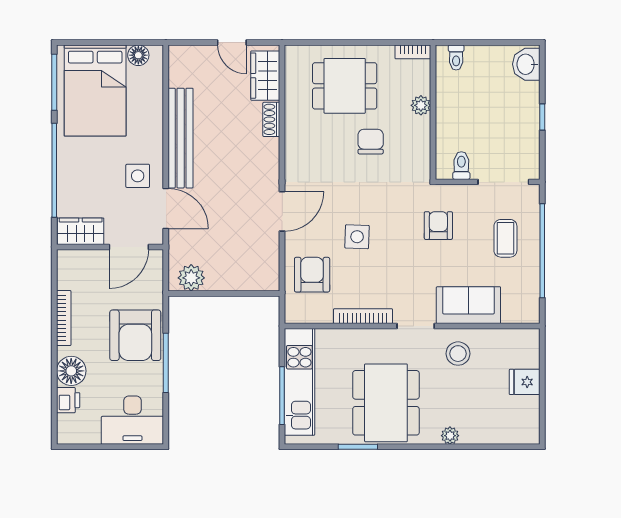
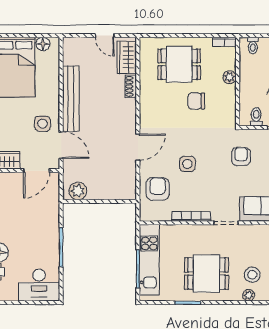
chair: (371, 142) -> (196, 101), turned -90
armchair: (135, 335) -> (41, 229), removed
stool: (458, 354) -> (252, 275), moved
dining table: (386, 403) -> (206, 274), width x0.73

